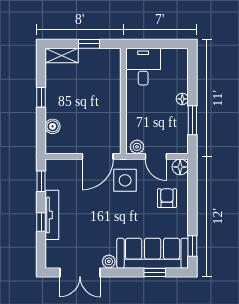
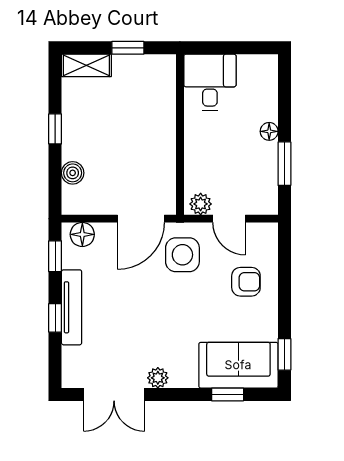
floor lamp: (180, 167) -> (82, 234), moved
armchair: (167, 198) -> (246, 282), turned 90
sofa: (153, 253) -> (238, 365), width x0.73

